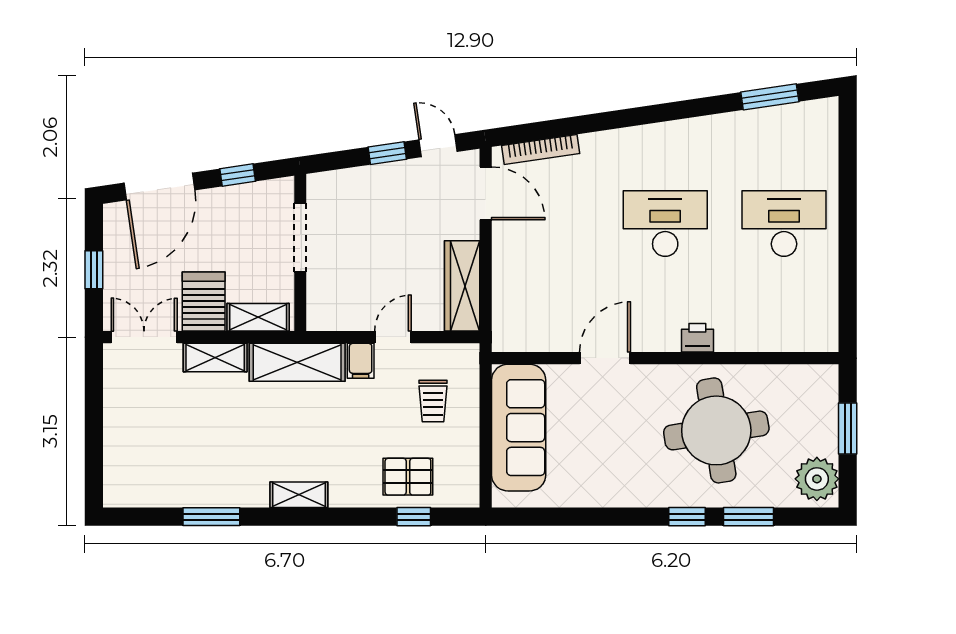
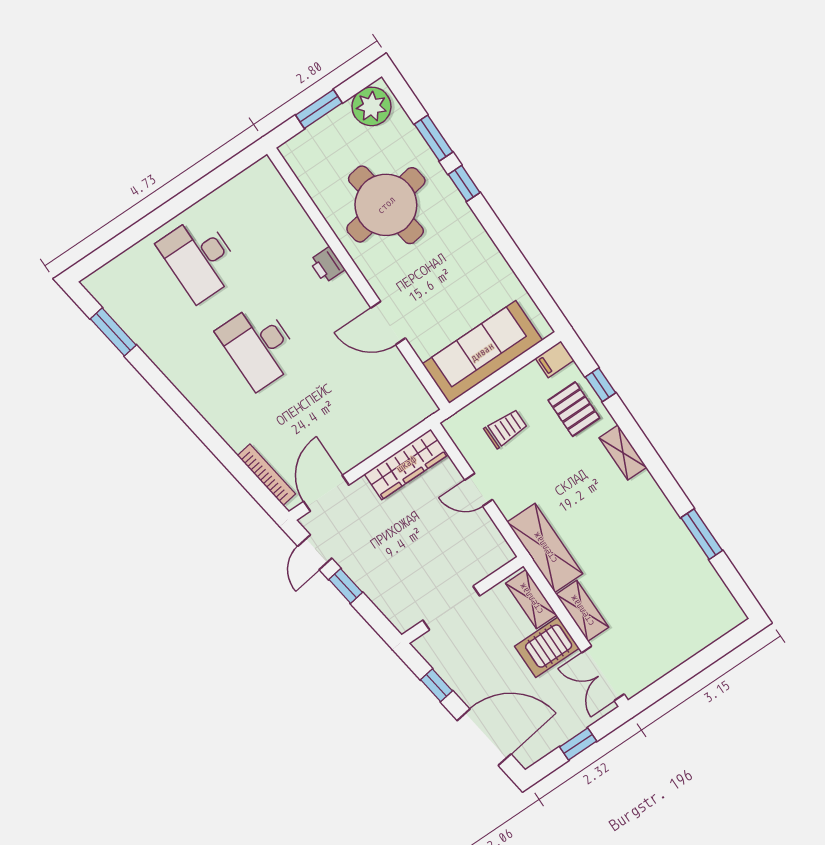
filing cabinet: (361, 361) -> (555, 359), moved, turned 180
shelving: (299, 495) -> (623, 453), moved

